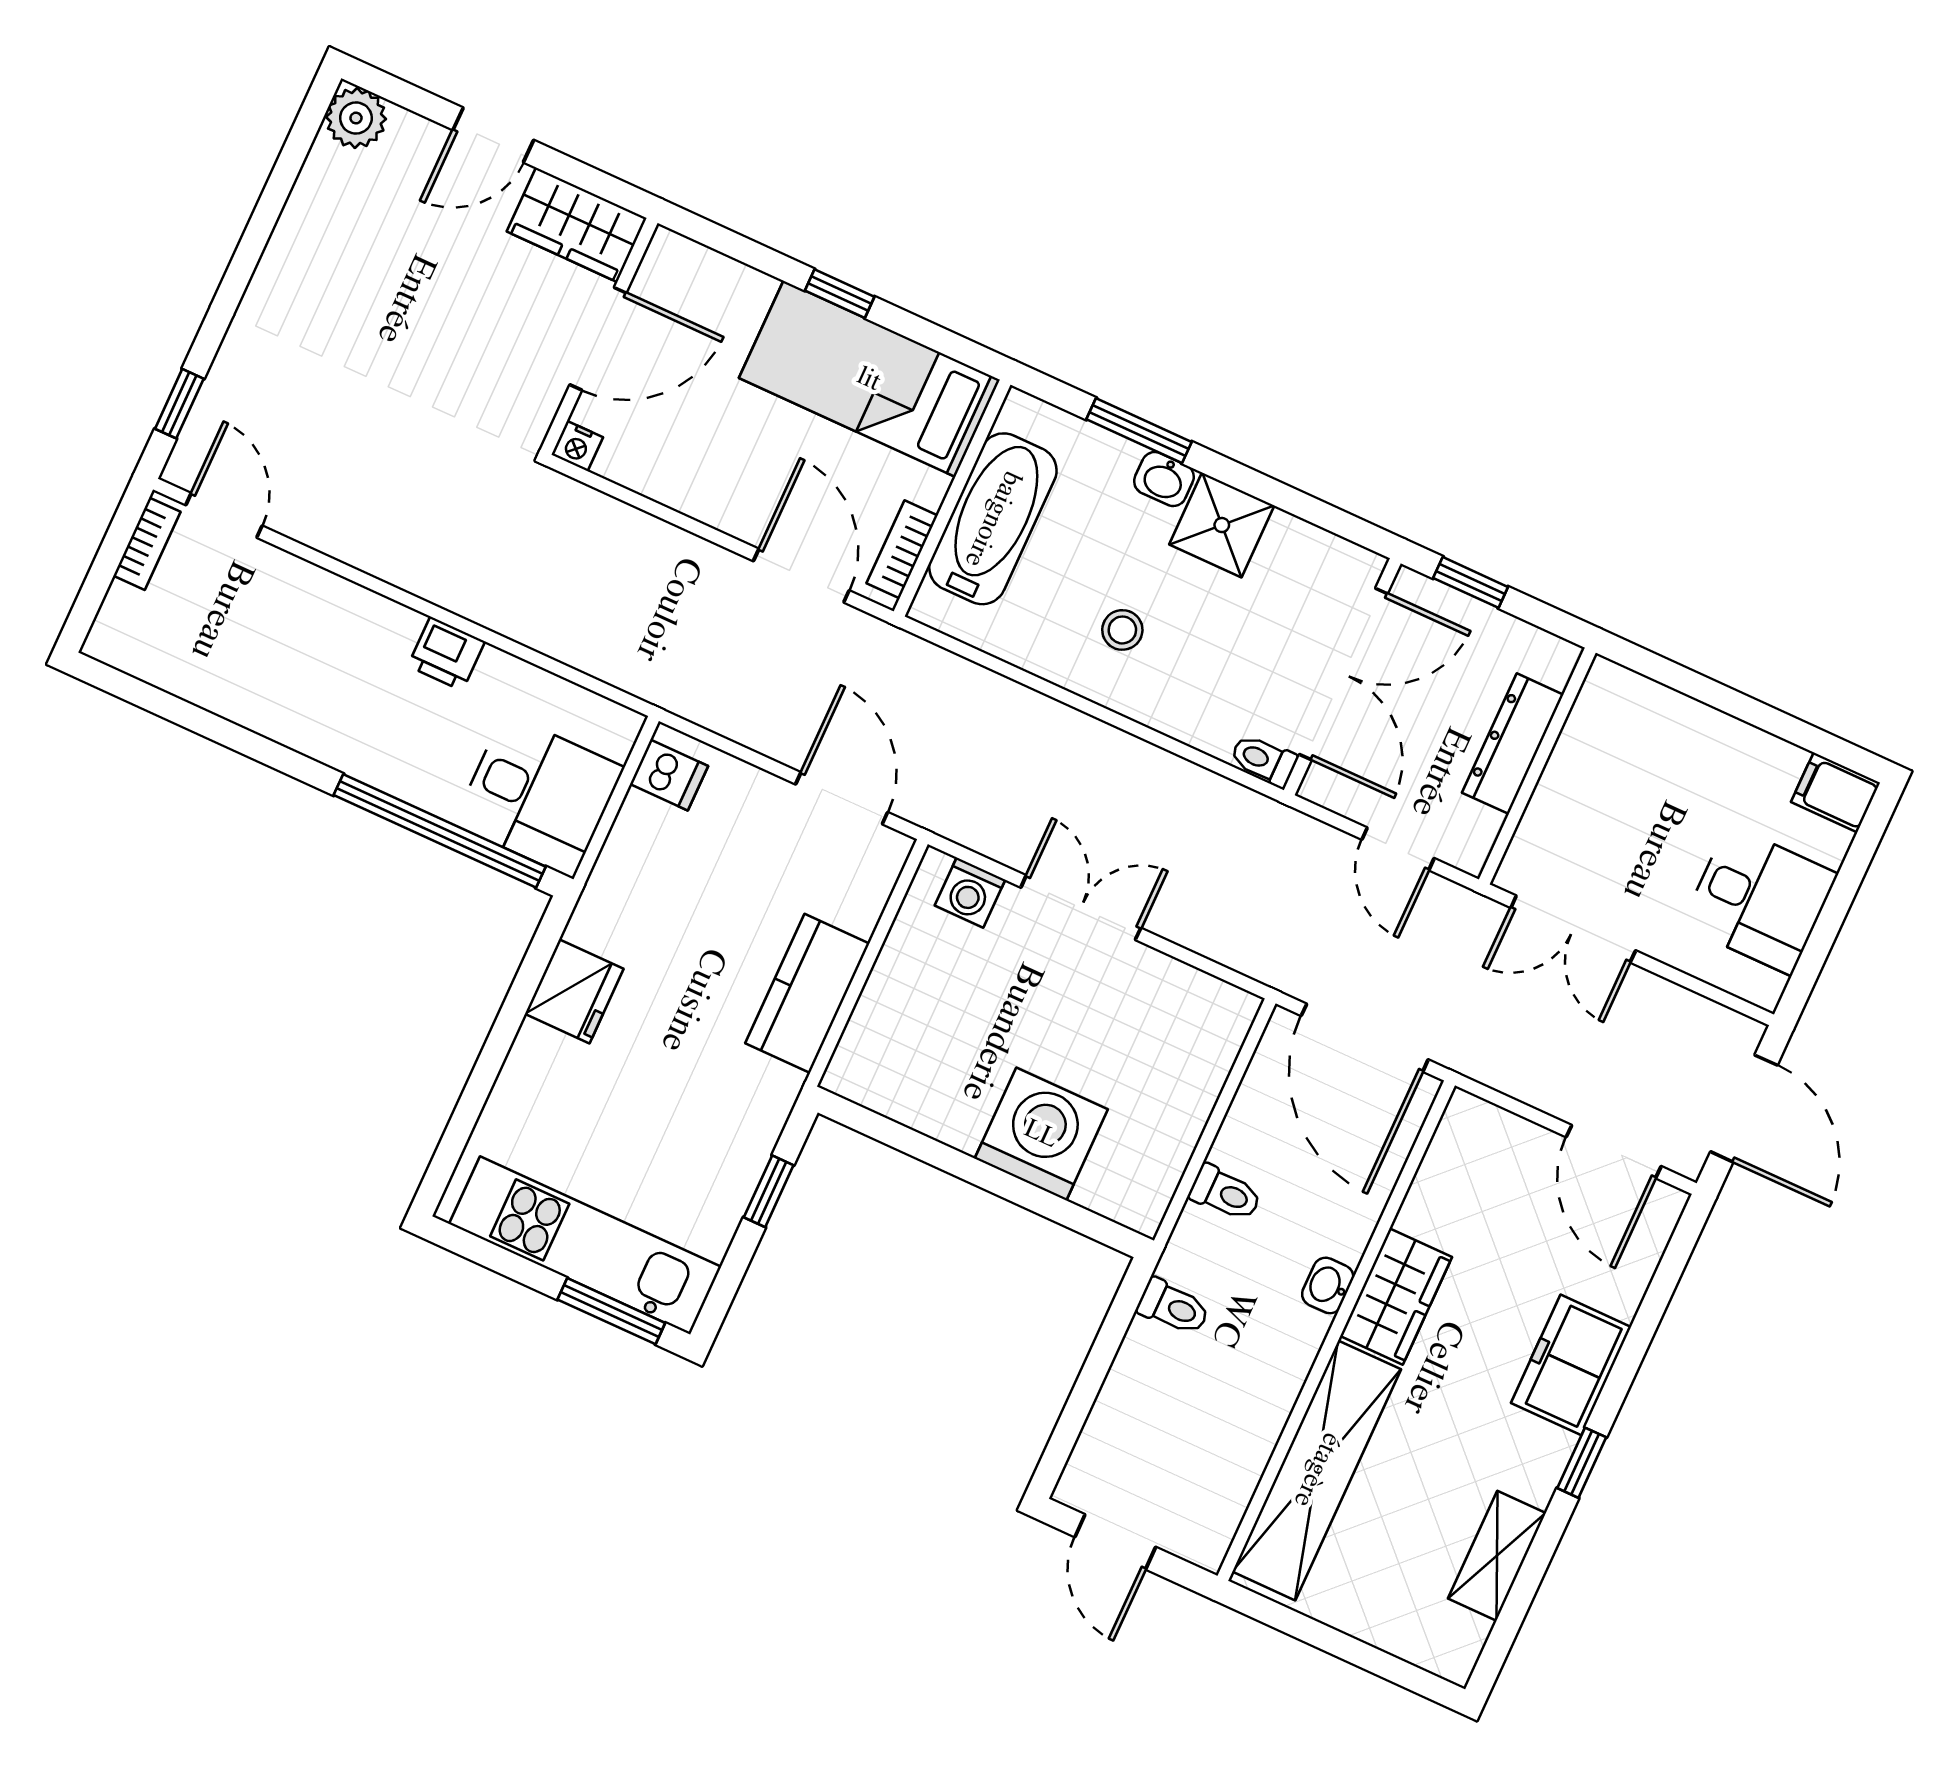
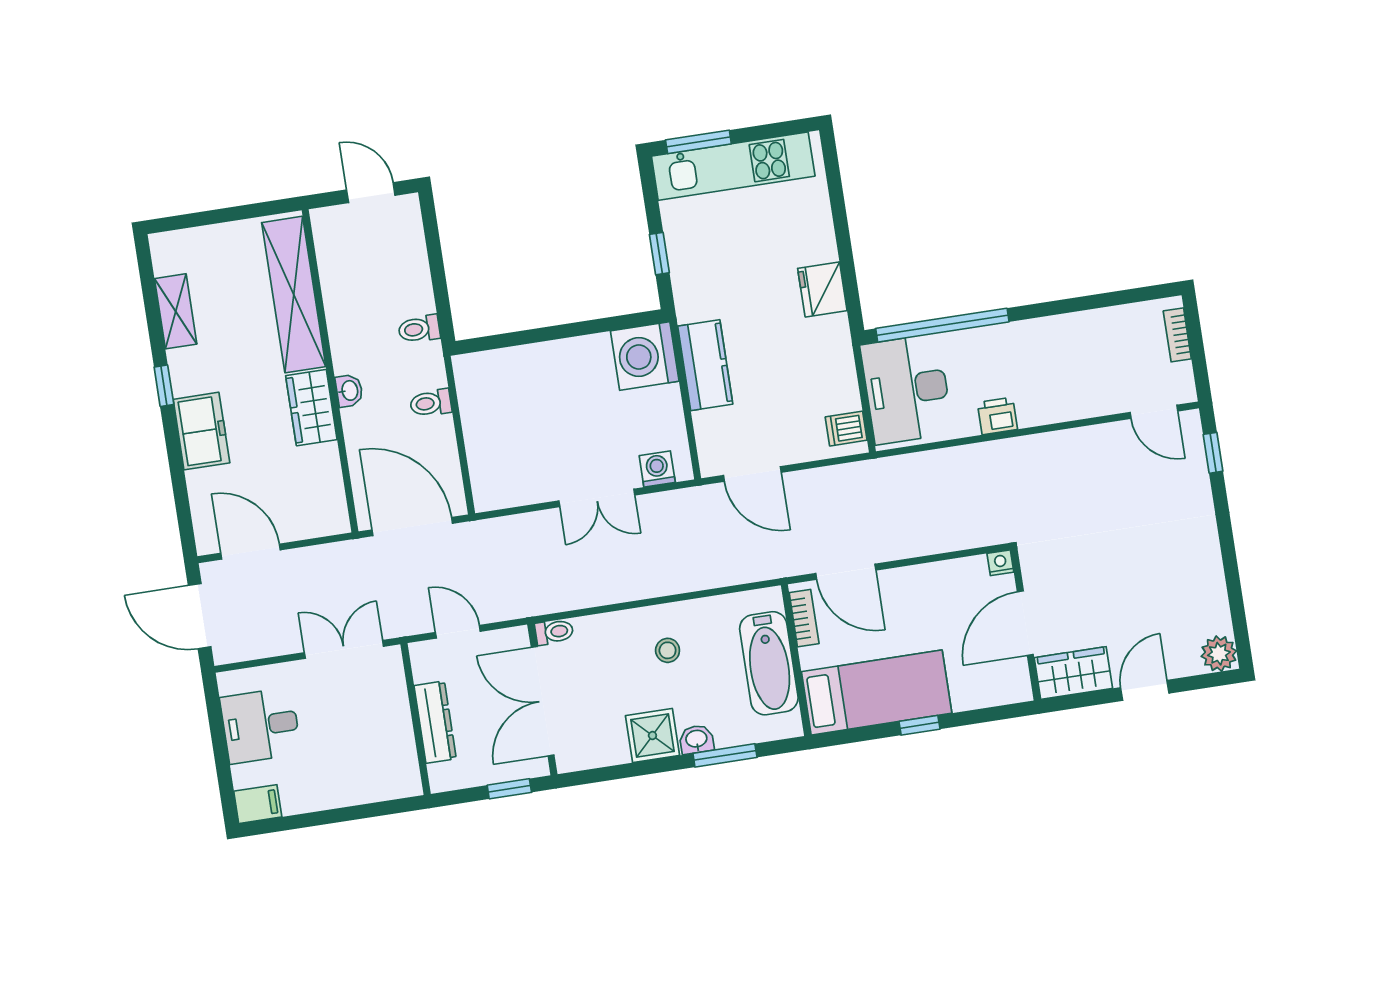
bookcase: (147, 544) -> (1177, 335), moved
desk: (539, 795) -> (907, 389), width x1.37
washing machine: (1041, 1134) -> (645, 356), moved, turned 90

